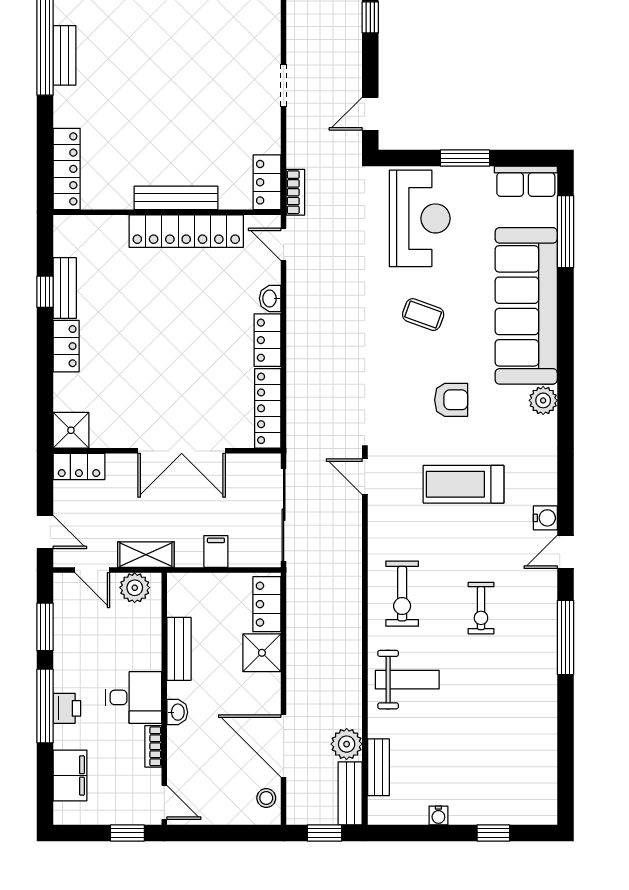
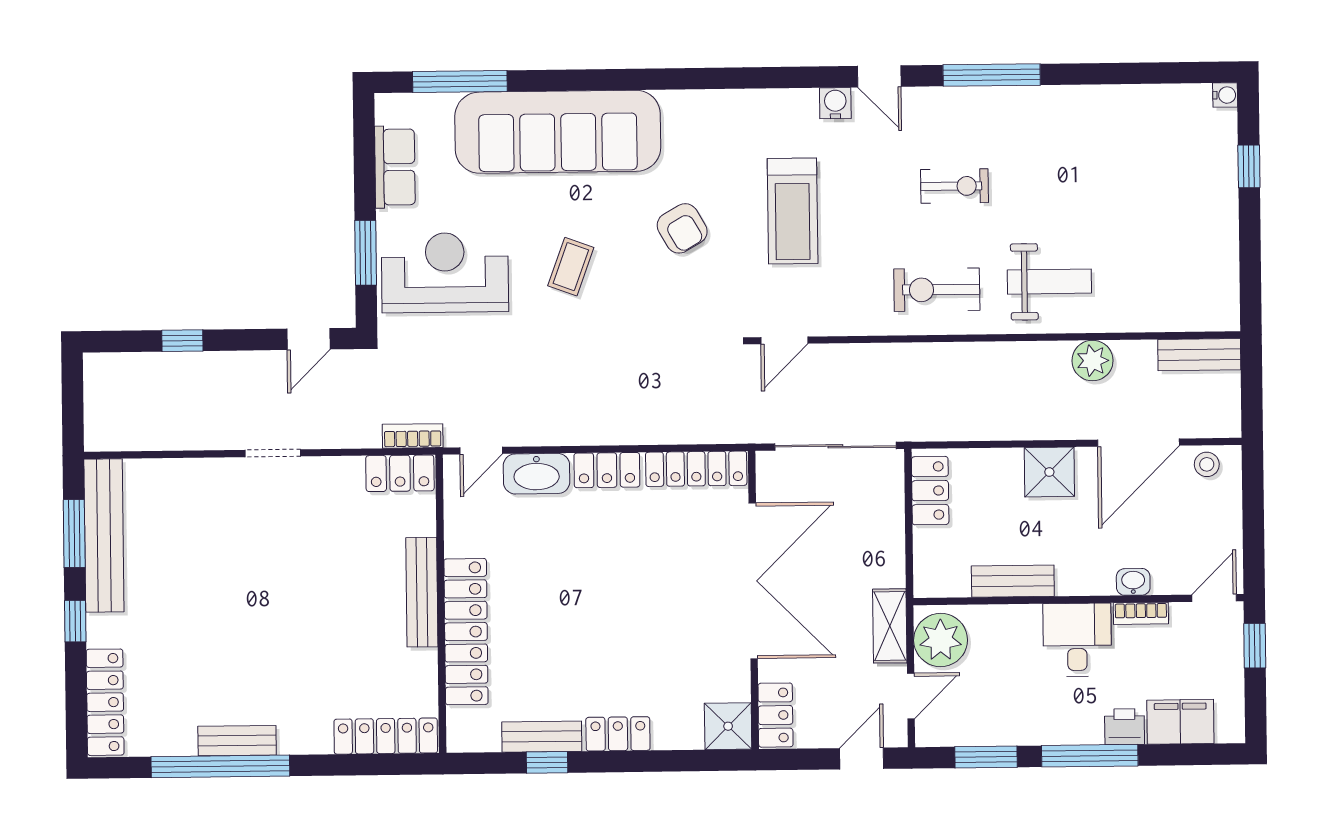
door: (370, 114) -> (309, 339), hinge flipped
window: (465, 158) -> (366, 253), moved
row of seats: (526, 181) -> (395, 167), moved
locker: (186, 231) -> (466, 632), moved
washbasin: (270, 298) -> (537, 474), width x1.91, depth x1.45
armchair: (451, 400) -> (682, 228), turned 150
plant: (543, 400) -> (681, 108), removed
double door: (182, 451) -> (753, 581), width x1.36
filing cabinet: (216, 551) -> (885, 534), removed
plant: (135, 588) -> (941, 640), width x1.36, depth x1.36
exercise bike: (402, 594) -> (937, 290), turned 180
locker: (267, 604) -> (930, 491), moved, turned -90
shower: (262, 653) -> (1049, 472), moved
weight bench: (407, 680) -> (1049, 282), turned 90
printer: (67, 708) -> (1125, 727), moved
washbasin: (177, 712) -> (1133, 582), moved
plant: (347, 744) -> (1093, 361), moved
bench: (378, 767) -> (1165, 318), removed
water cooler: (438, 815) -> (1225, 95), moved
window: (325, 833) -> (1252, 388), removed

